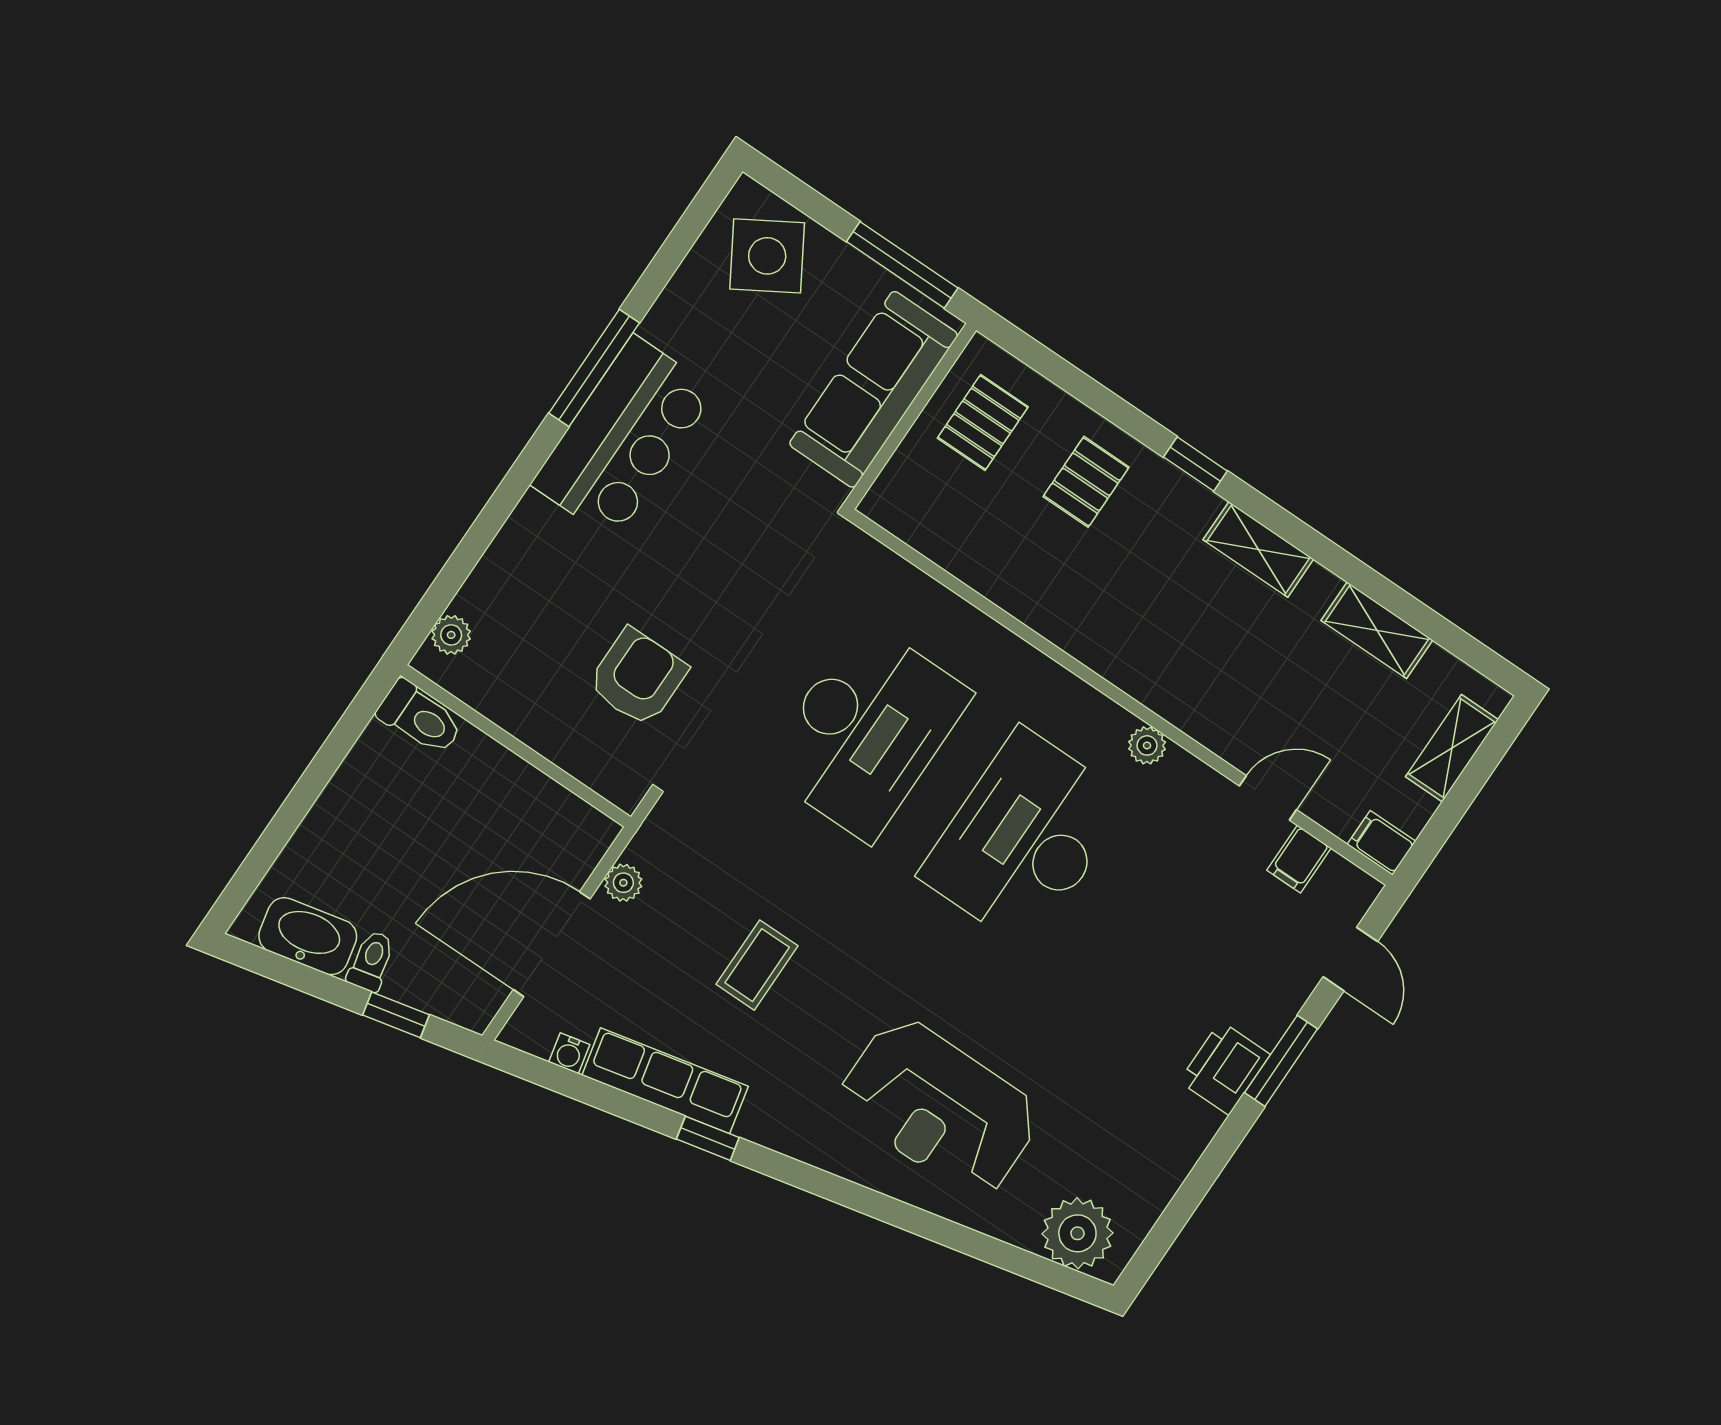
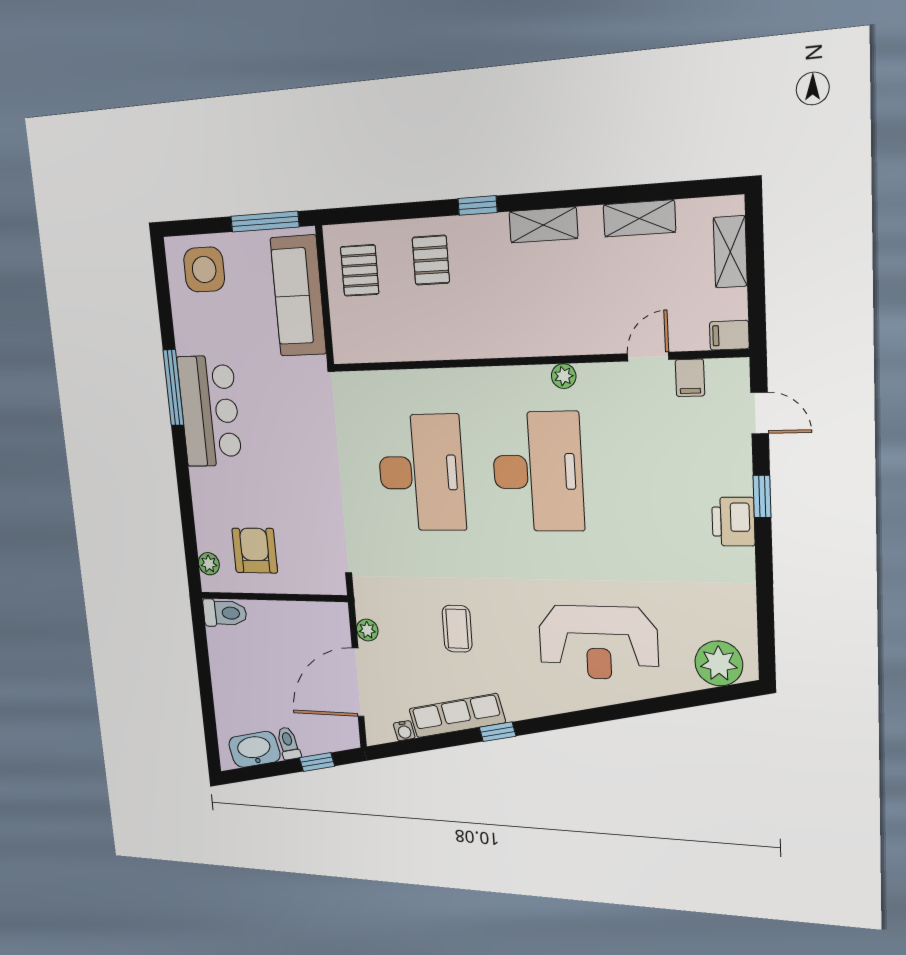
side table: (767, 256) -> (204, 269), turned 31
armchair: (638, 677) -> (255, 551), moved
desk: (1024, 838) -> (538, 472), turned 180
window: (1281, 1061) -> (762, 497), width x0.67

